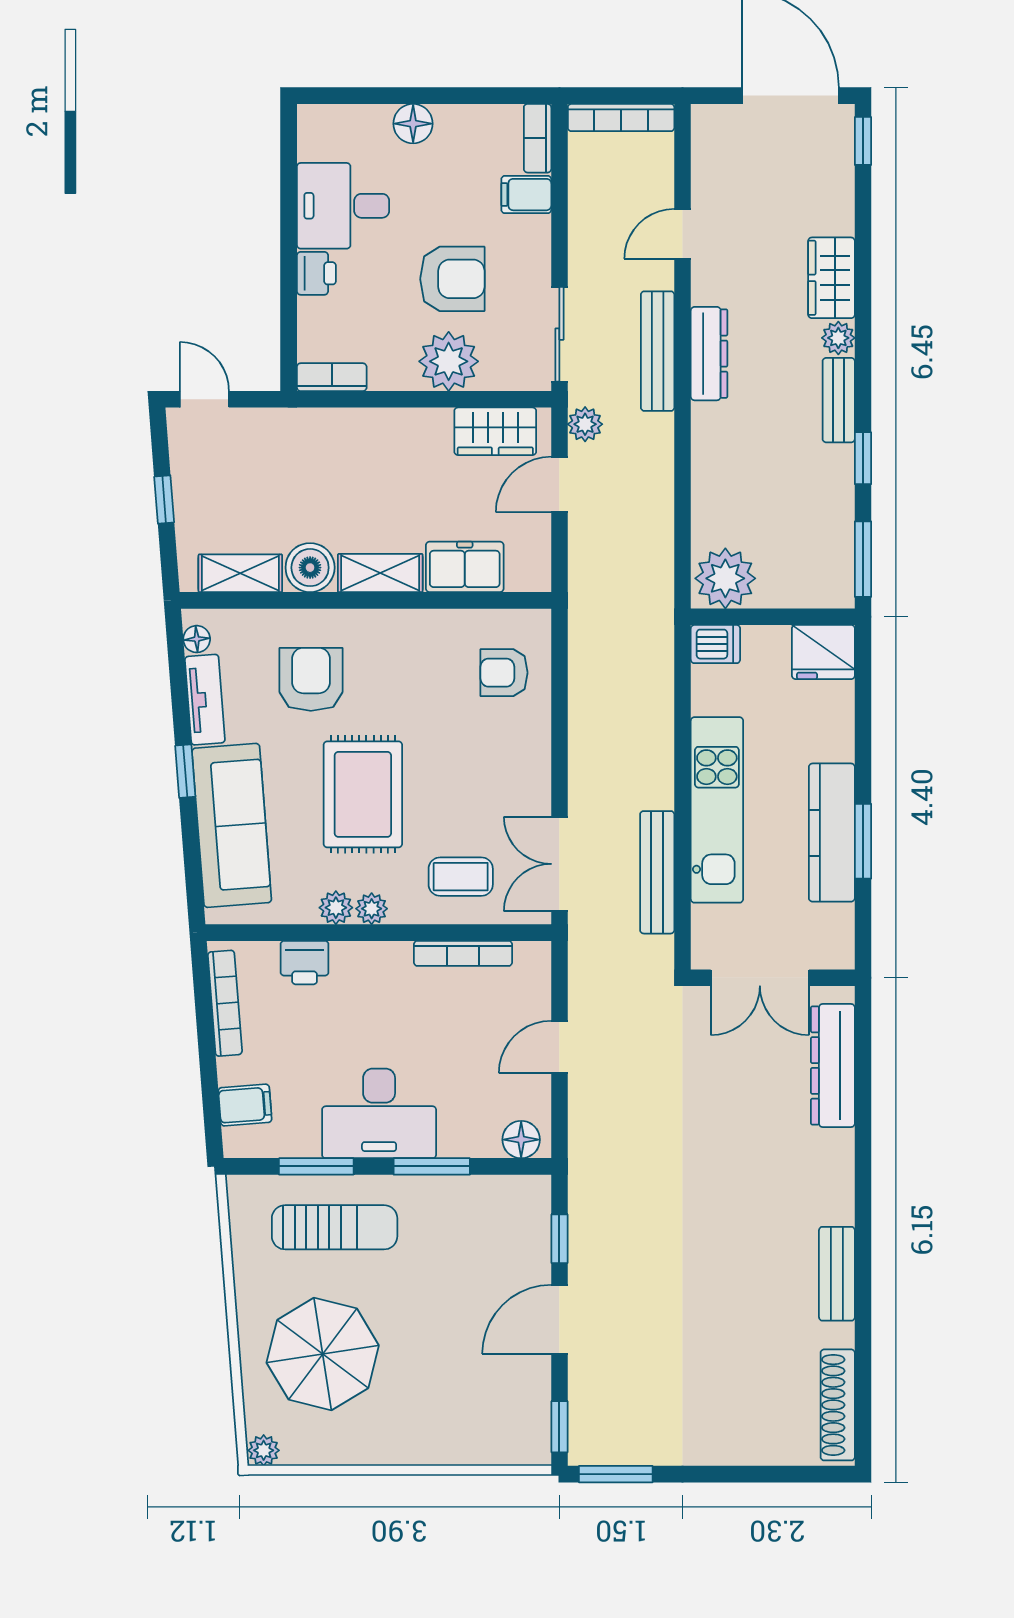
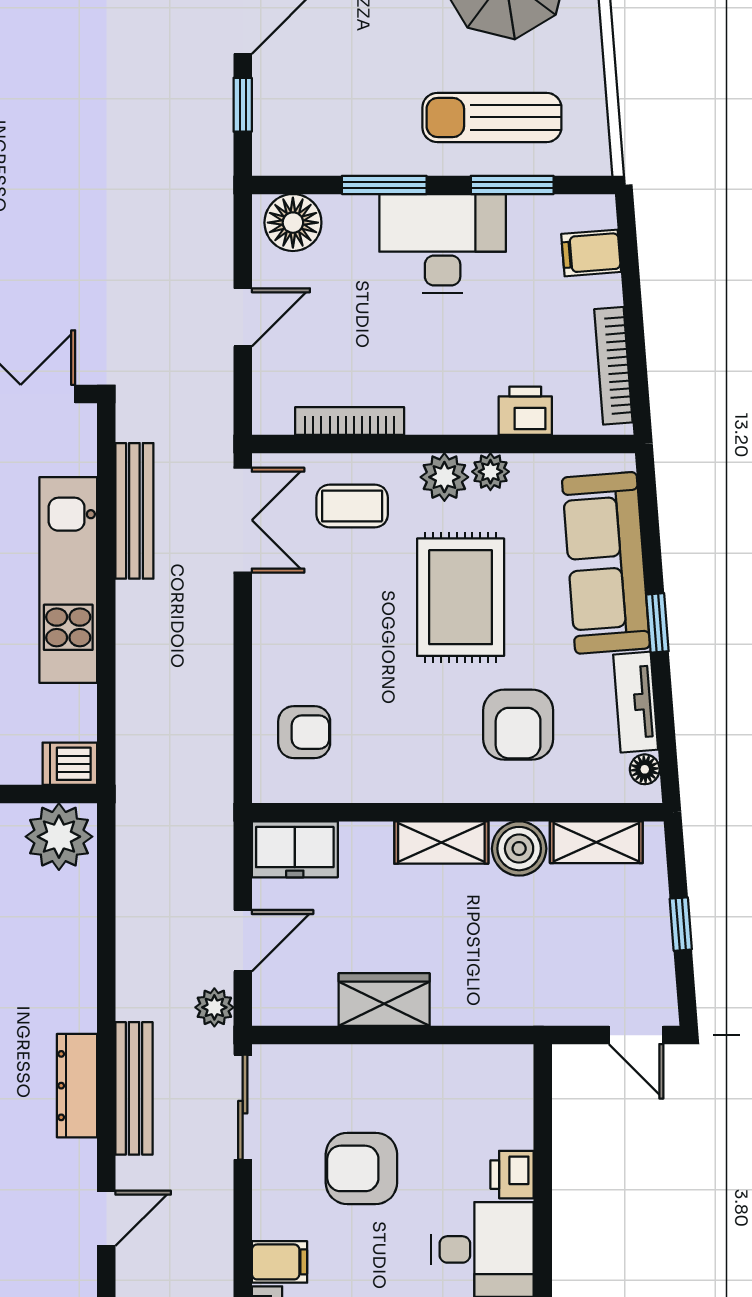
plant: (449, 361) -> (366, 1077), removed
bookcase: (332, 377) -> (495, 1060), removed
wardrobe: (495, 431) -> (384, 1000), moved
freezer: (465, 567) -> (295, 849), moved
plant: (372, 909) -> (444, 477), width x1.38, depth x1.38
floor lamp: (521, 1140) -> (293, 223), width x1.38, depth x1.38

